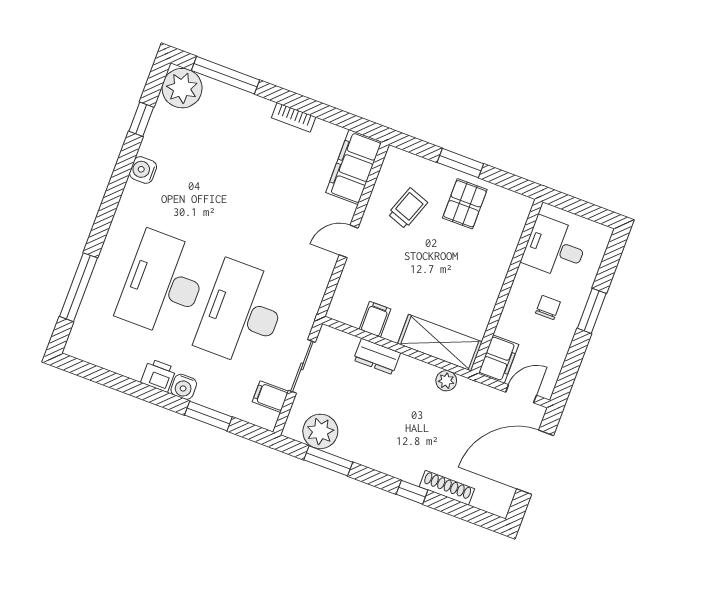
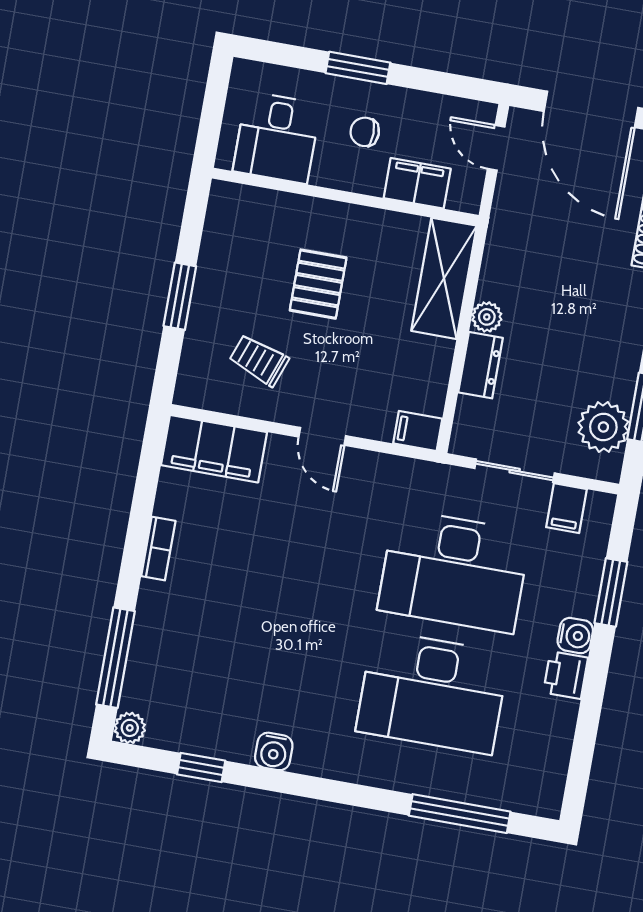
plant: (182, 88) -> (130, 728), width x0.53, depth x0.53
pallet: (465, 204) -> (318, 284), moved, turned 90
filing cabinet: (375, 319) -> (418, 431), moved
filing cabinet: (498, 359) -> (417, 183), moved
plant: (446, 381) -> (487, 317), moved

